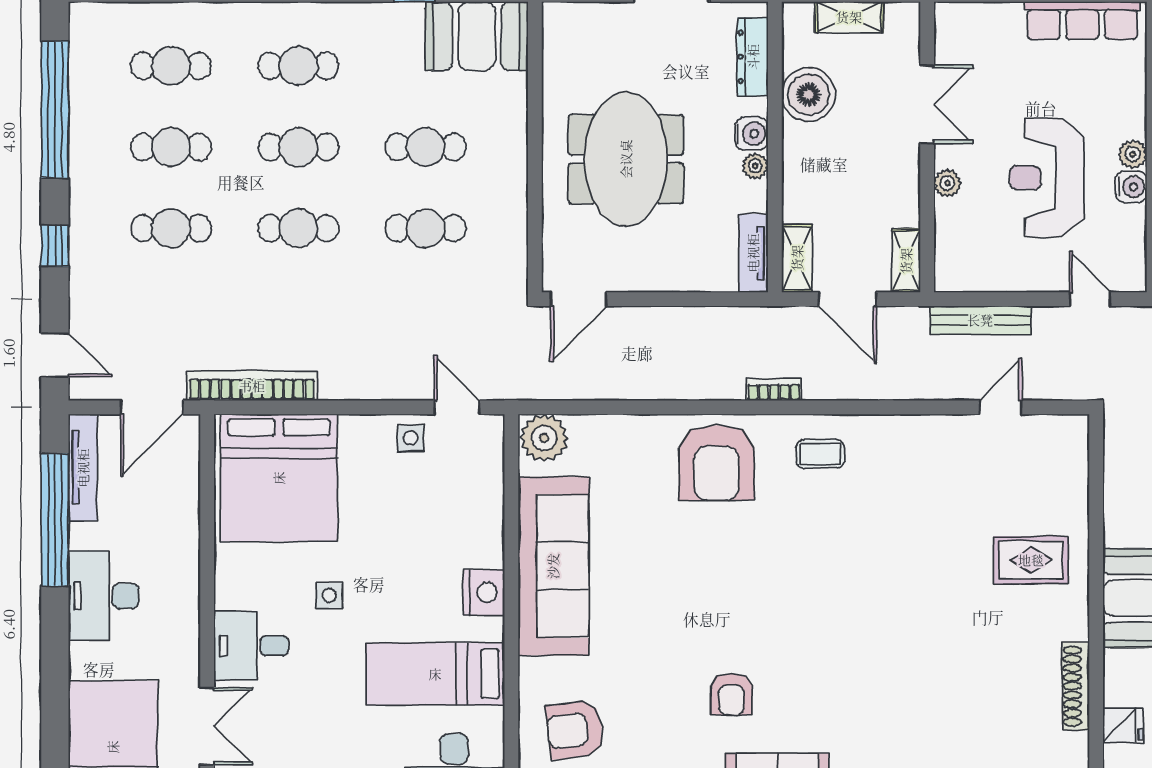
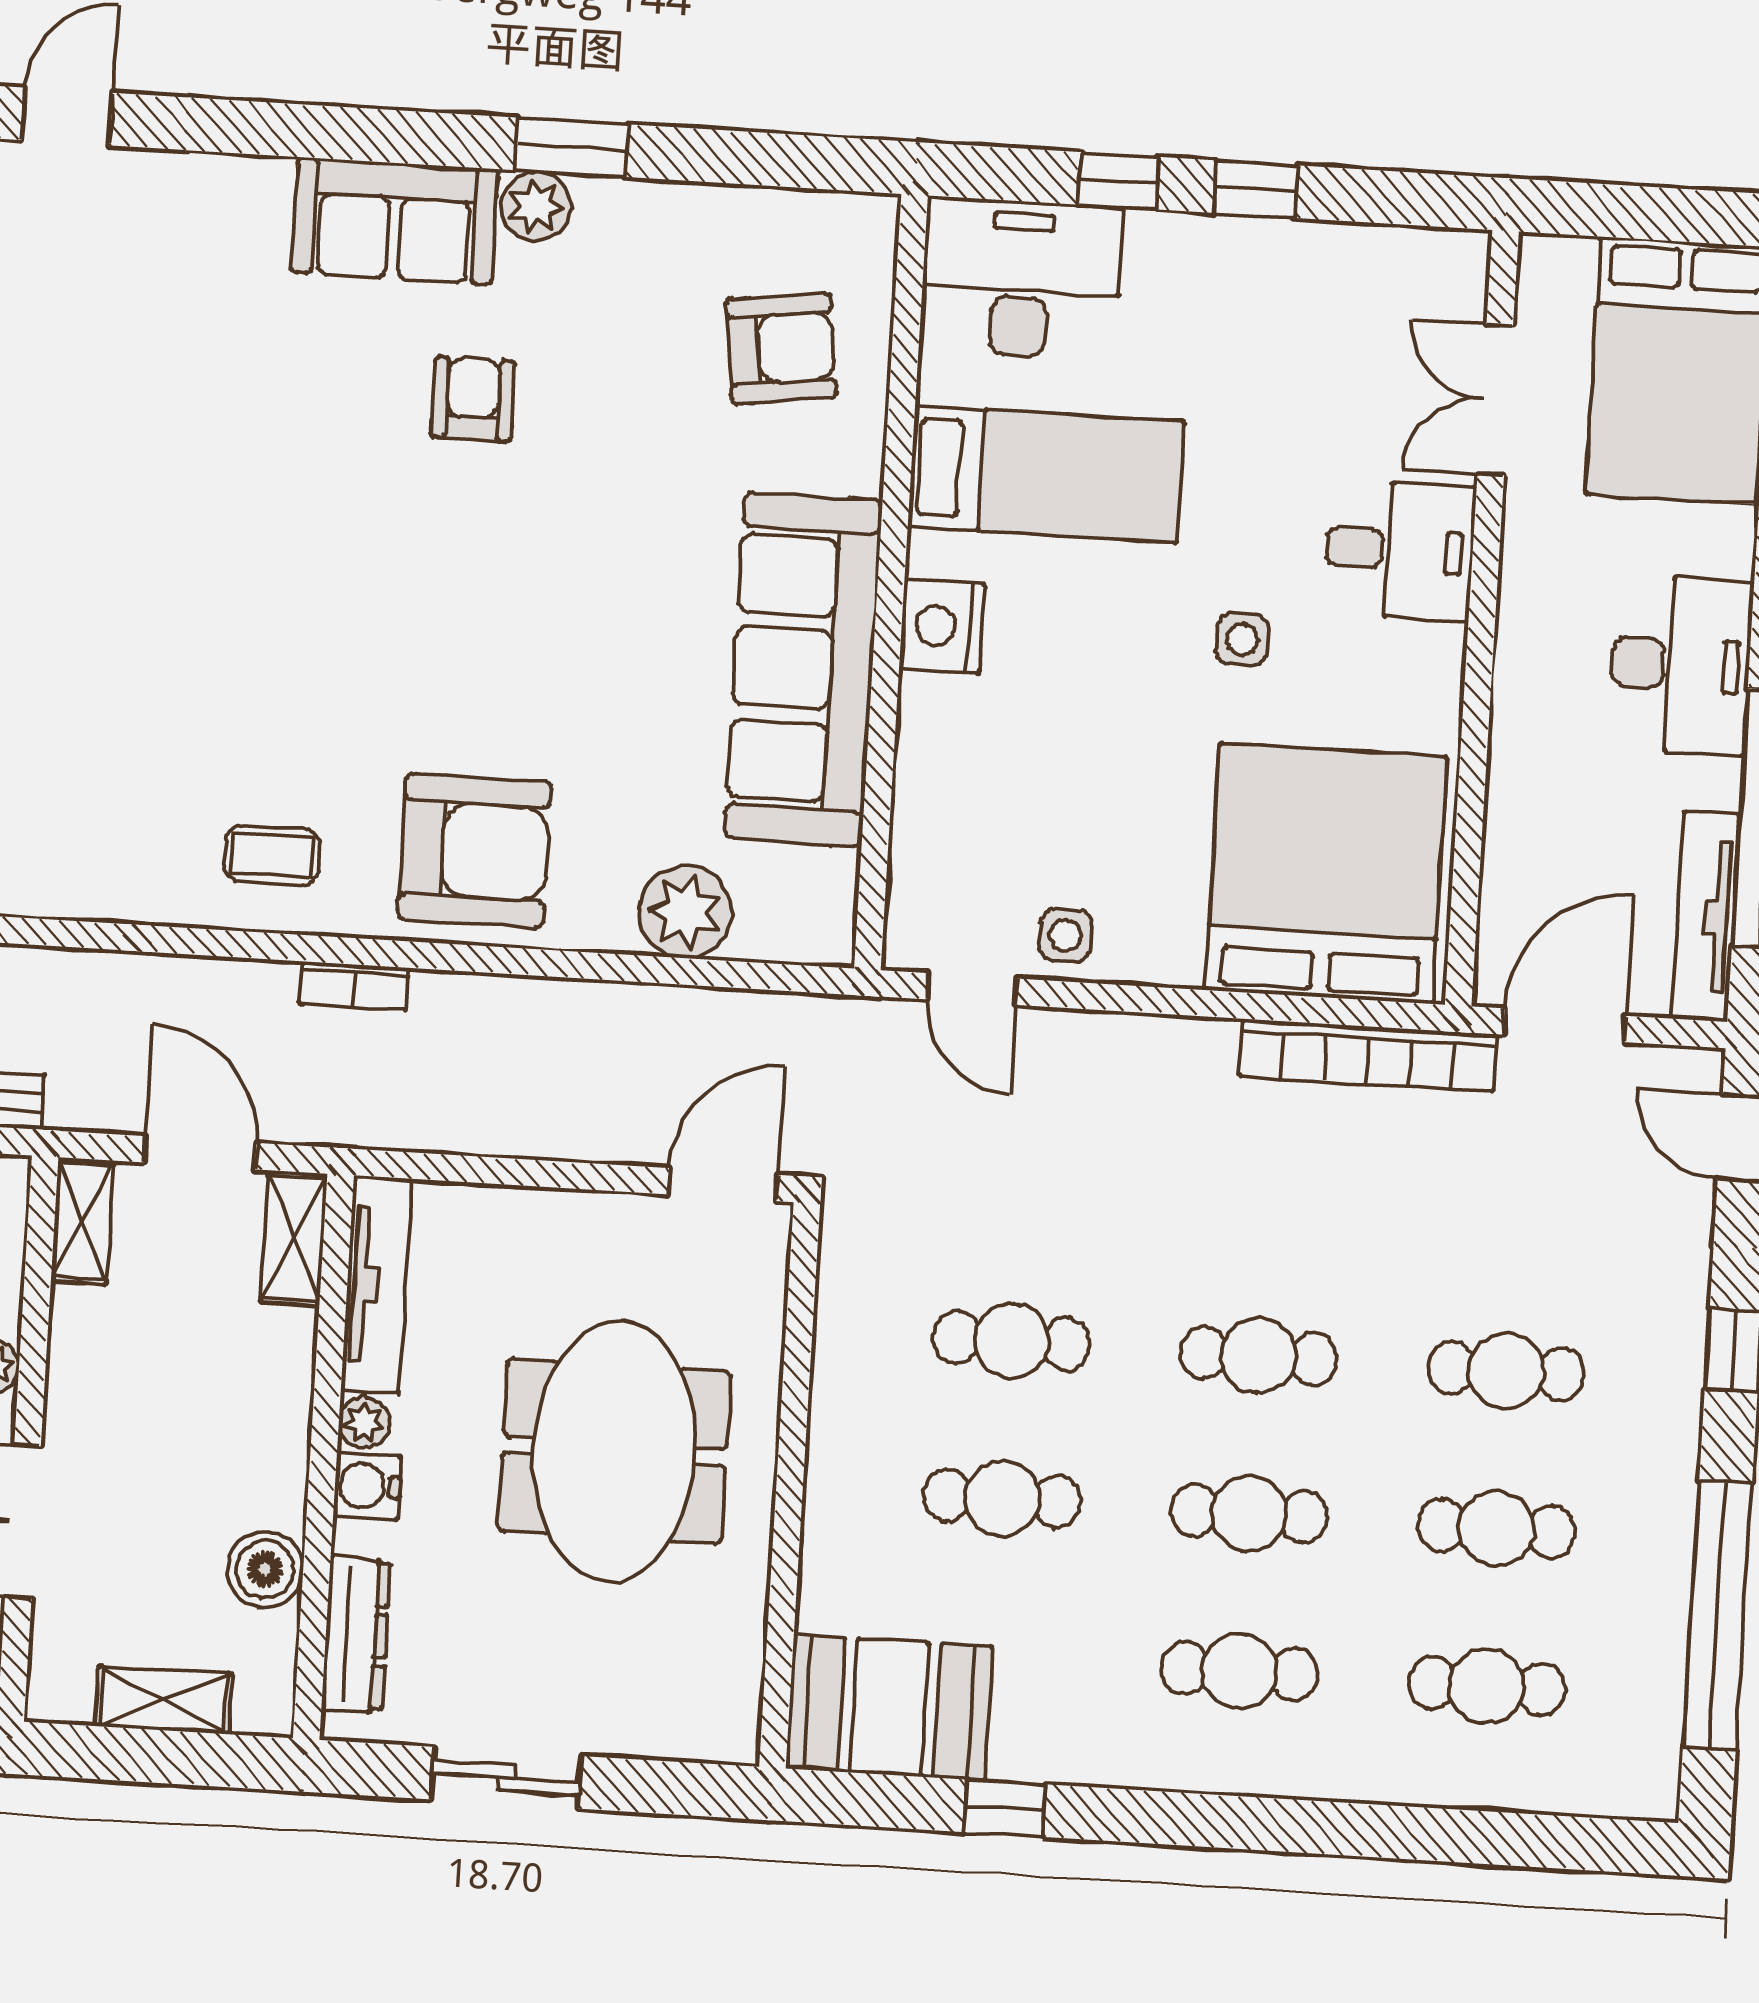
boiler: (809, 95) -> (265, 1569), width x0.73, depth x0.73
tv unit: (753, 253) -> (376, 1285), width x1.41
plant: (544, 438) -> (685, 912), moved
armchair: (716, 463) -> (475, 851), turned 90

